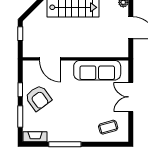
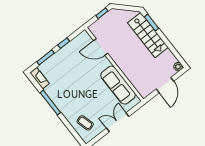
door: (50, 59) -> (101, 47), hinge flipped
armchair: (38, 98) -> (68, 60), removed

